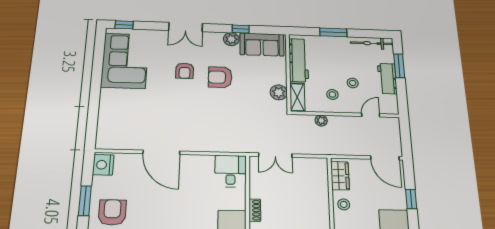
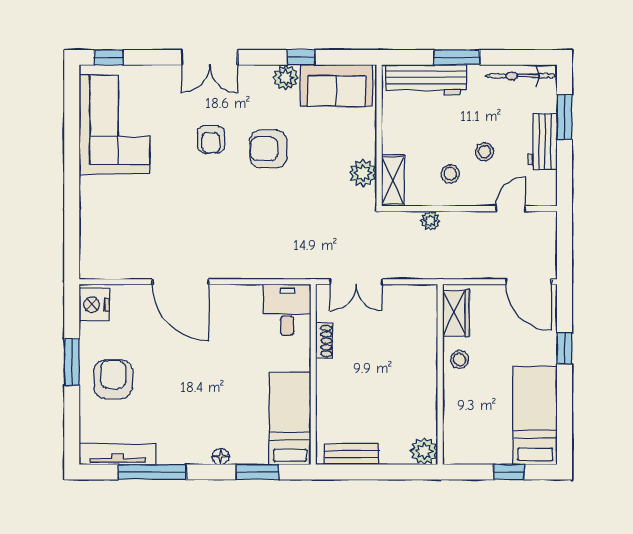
workbench: (299, 60) -> (426, 80), moved, turned 90
shoe rack: (255, 210) -> (324, 341), moved

